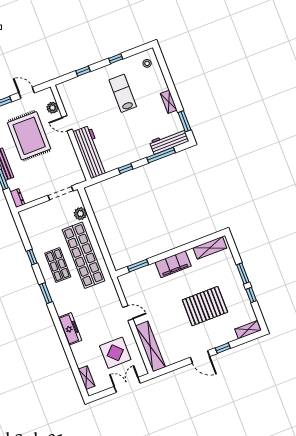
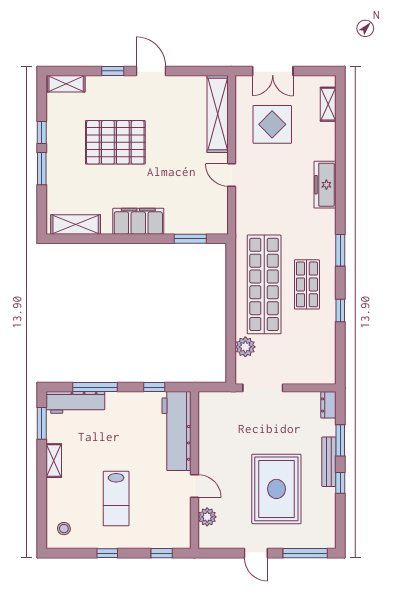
plant: (52, 108) -> (207, 517), moved
door: (67, 123) -> (195, 486), moved
wall: (71, 133) -> (195, 470), moved
workbench: (90, 152) -> (177, 431), moved

